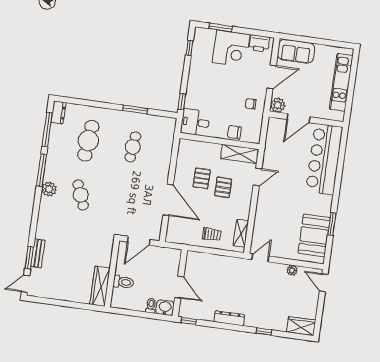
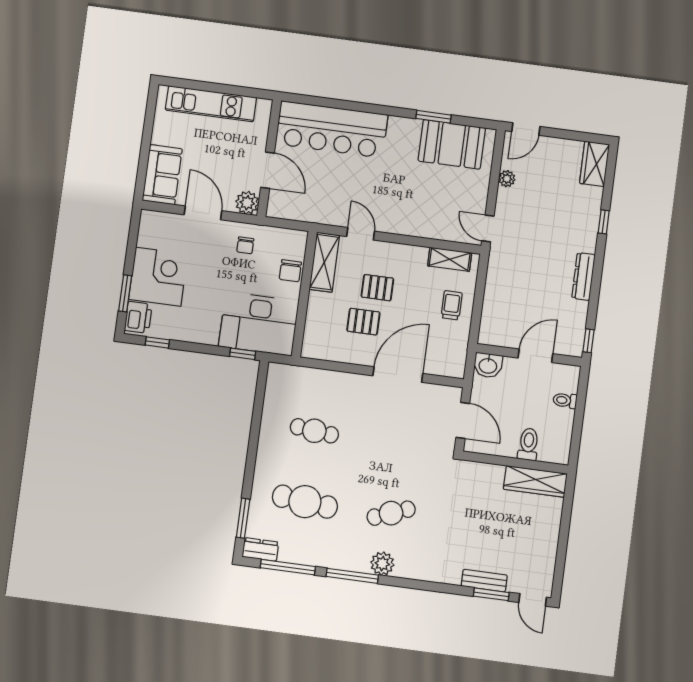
printer: (259, 43) -> (138, 317), moved
window: (135, 110) -> (243, 518), moved
desk: (195, 122) -> (259, 324), width x1.87, depth x1.30
washbasin: (165, 308) -> (488, 365), moved, turned -90

